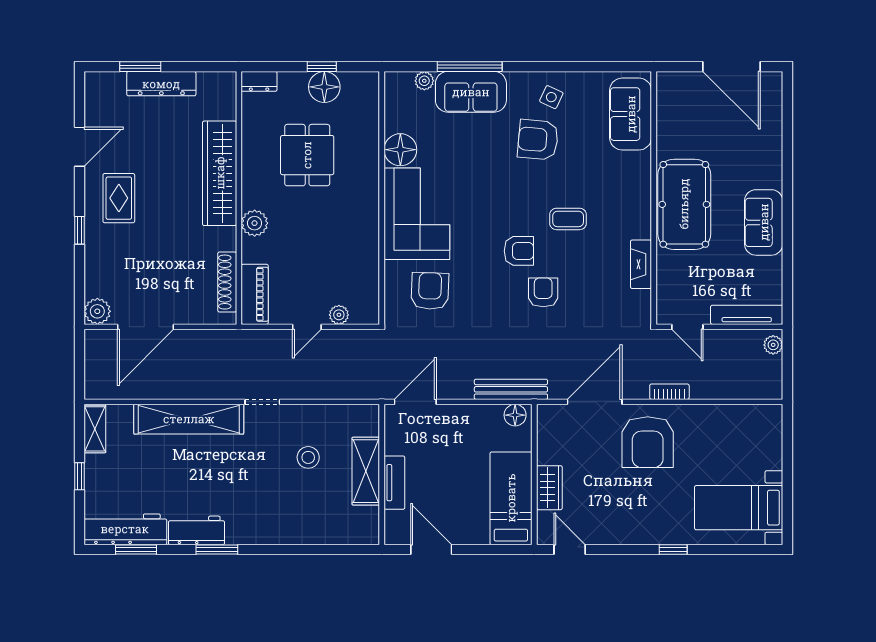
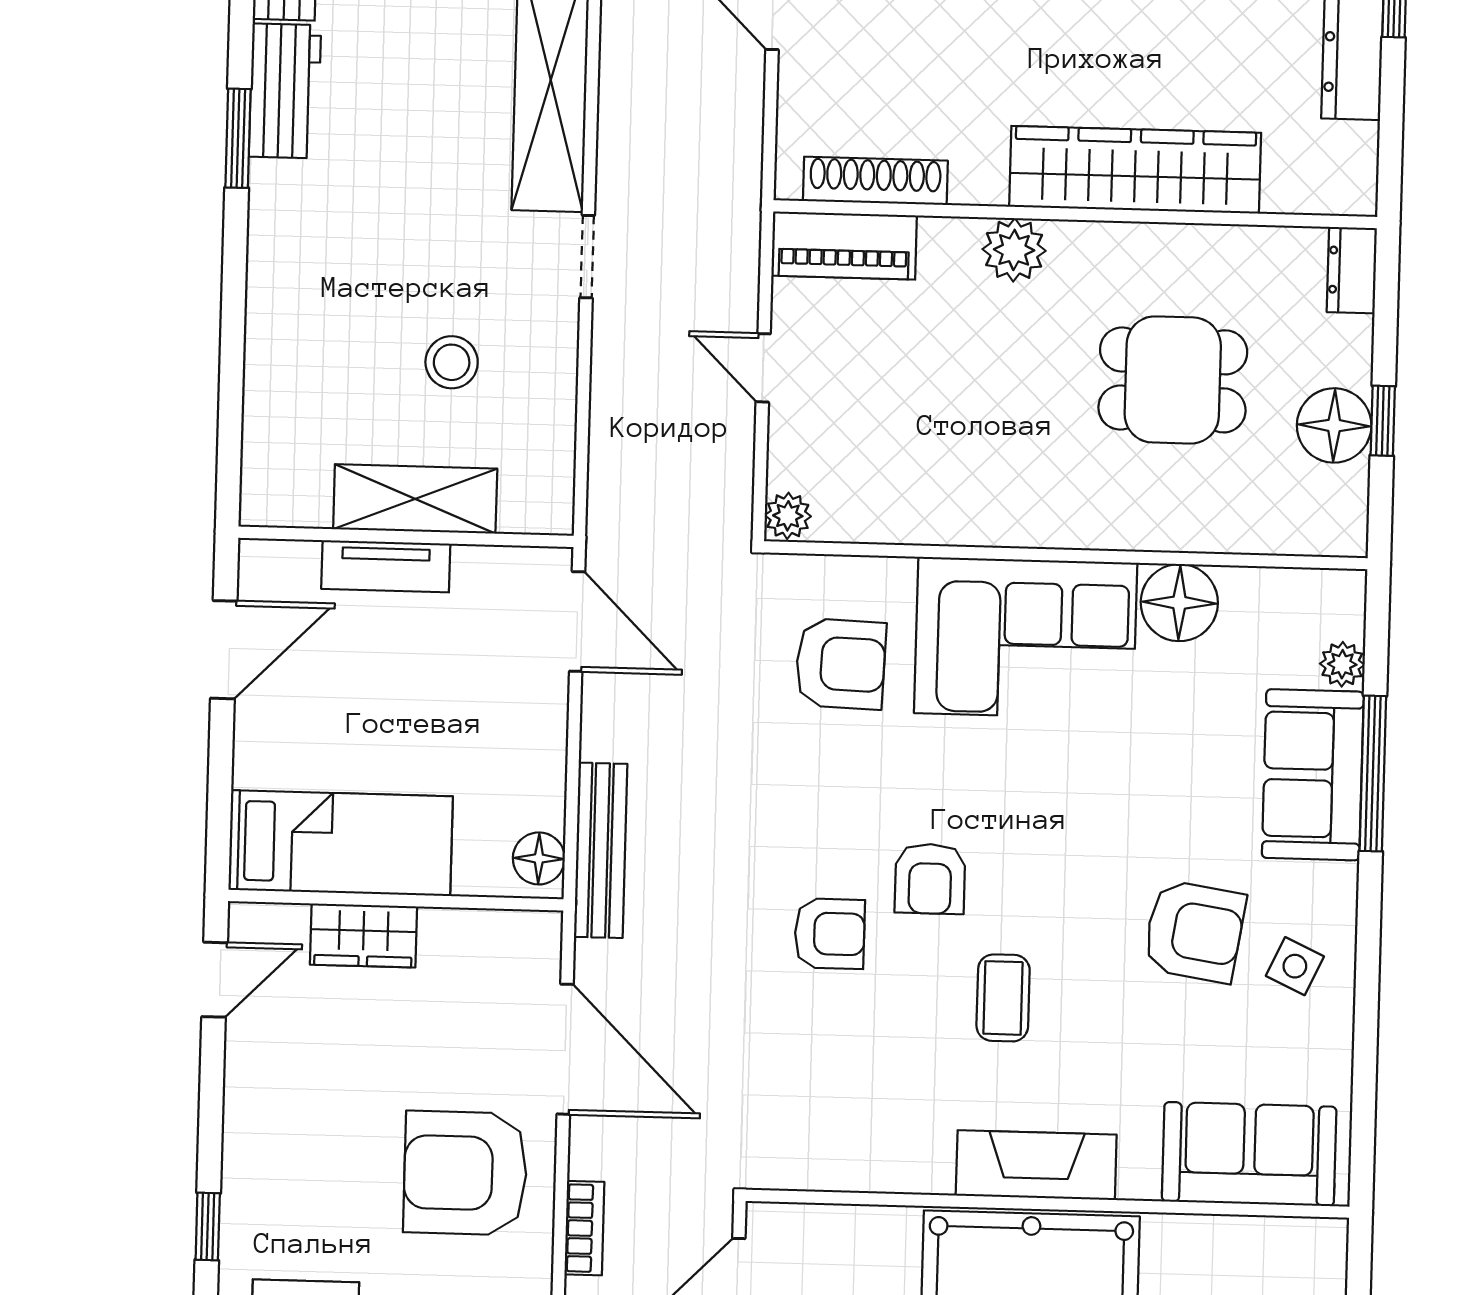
armchair: (538, 140) -> (1194, 931), turned 94
fireplace: (641, 264) -> (1036, 1165), moved, width x1.37, depth x1.32
plant: (339, 315) -> (788, 516), moved

